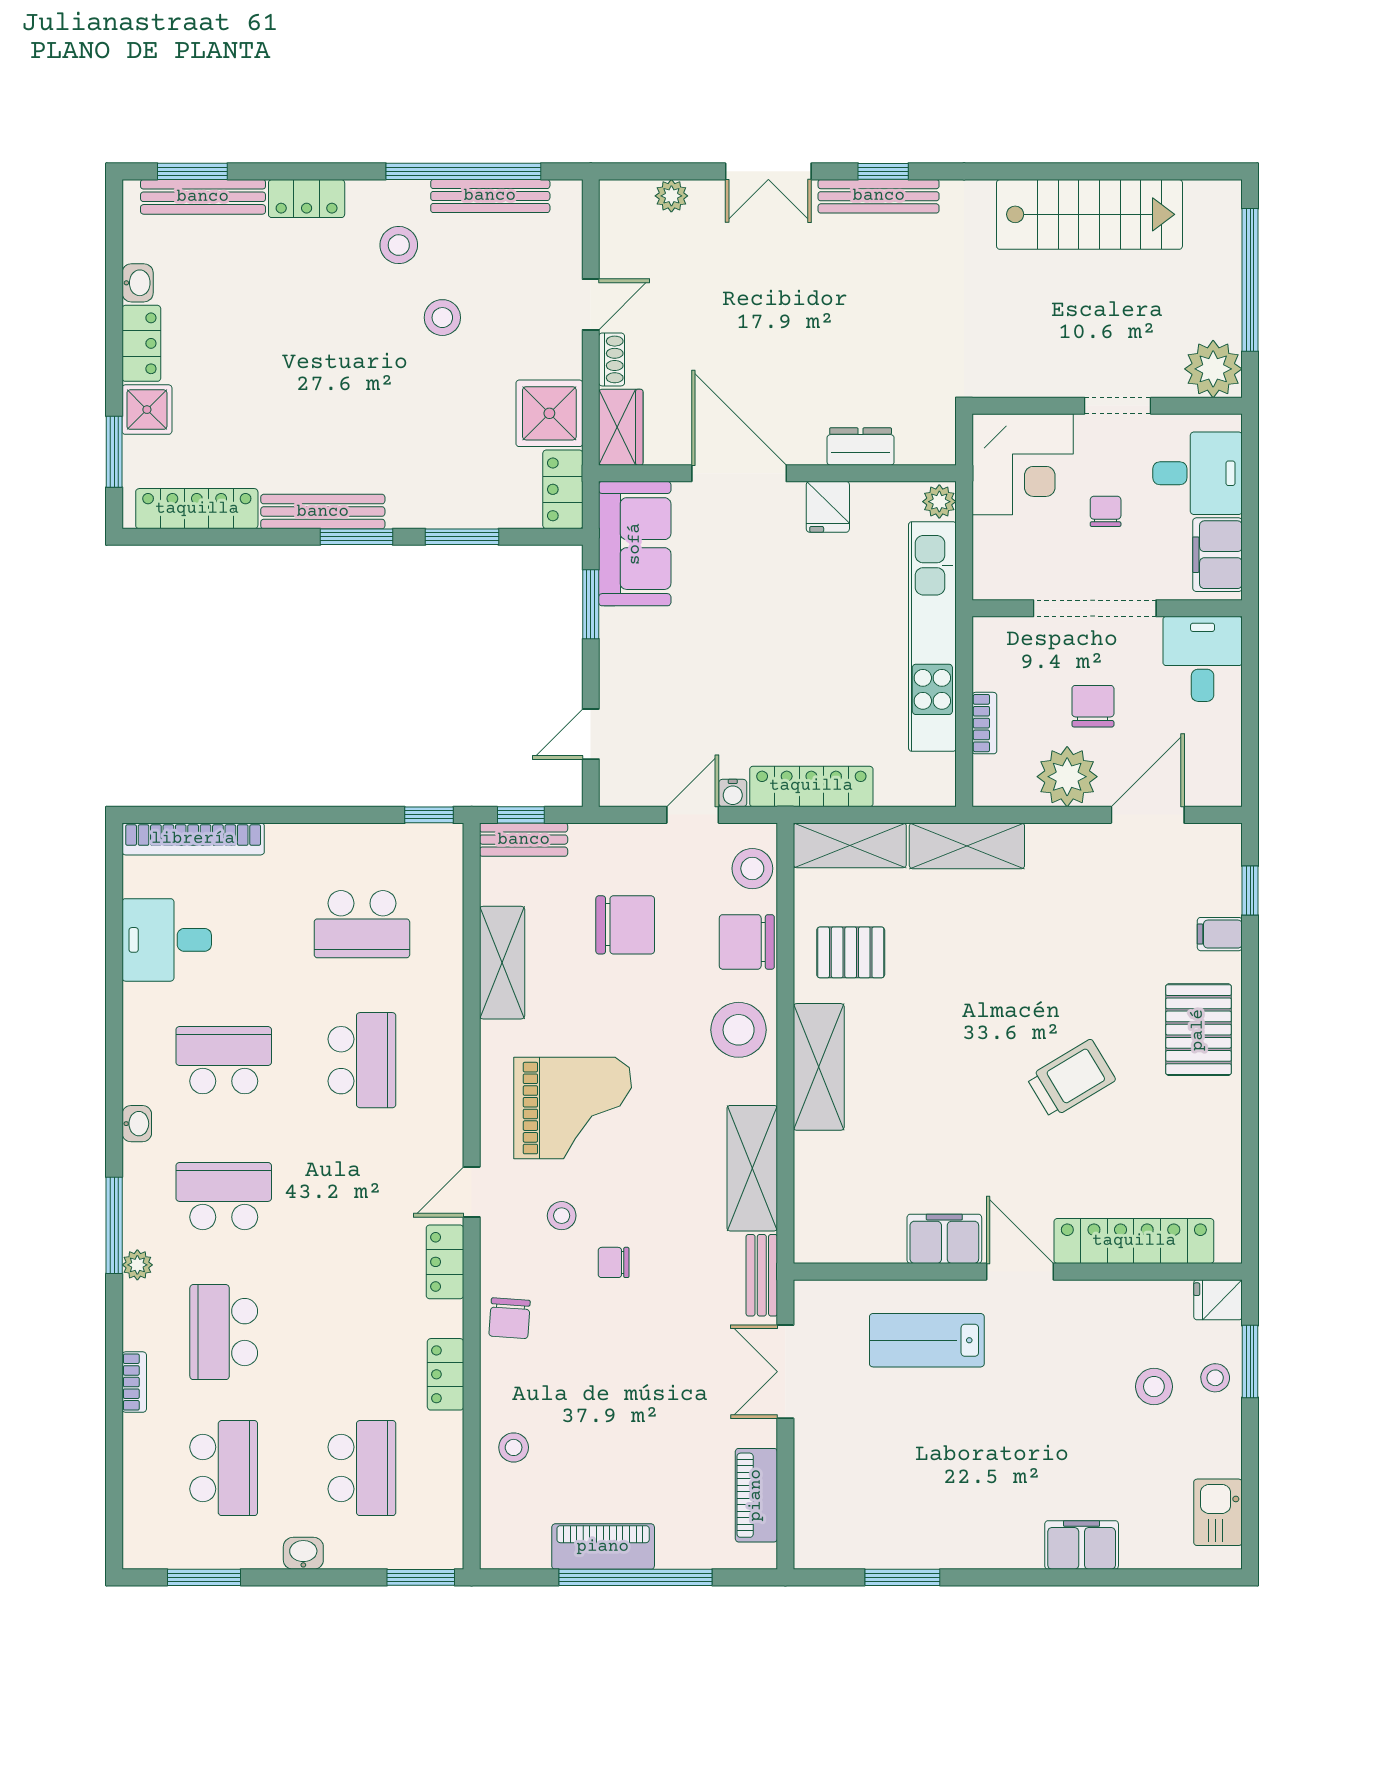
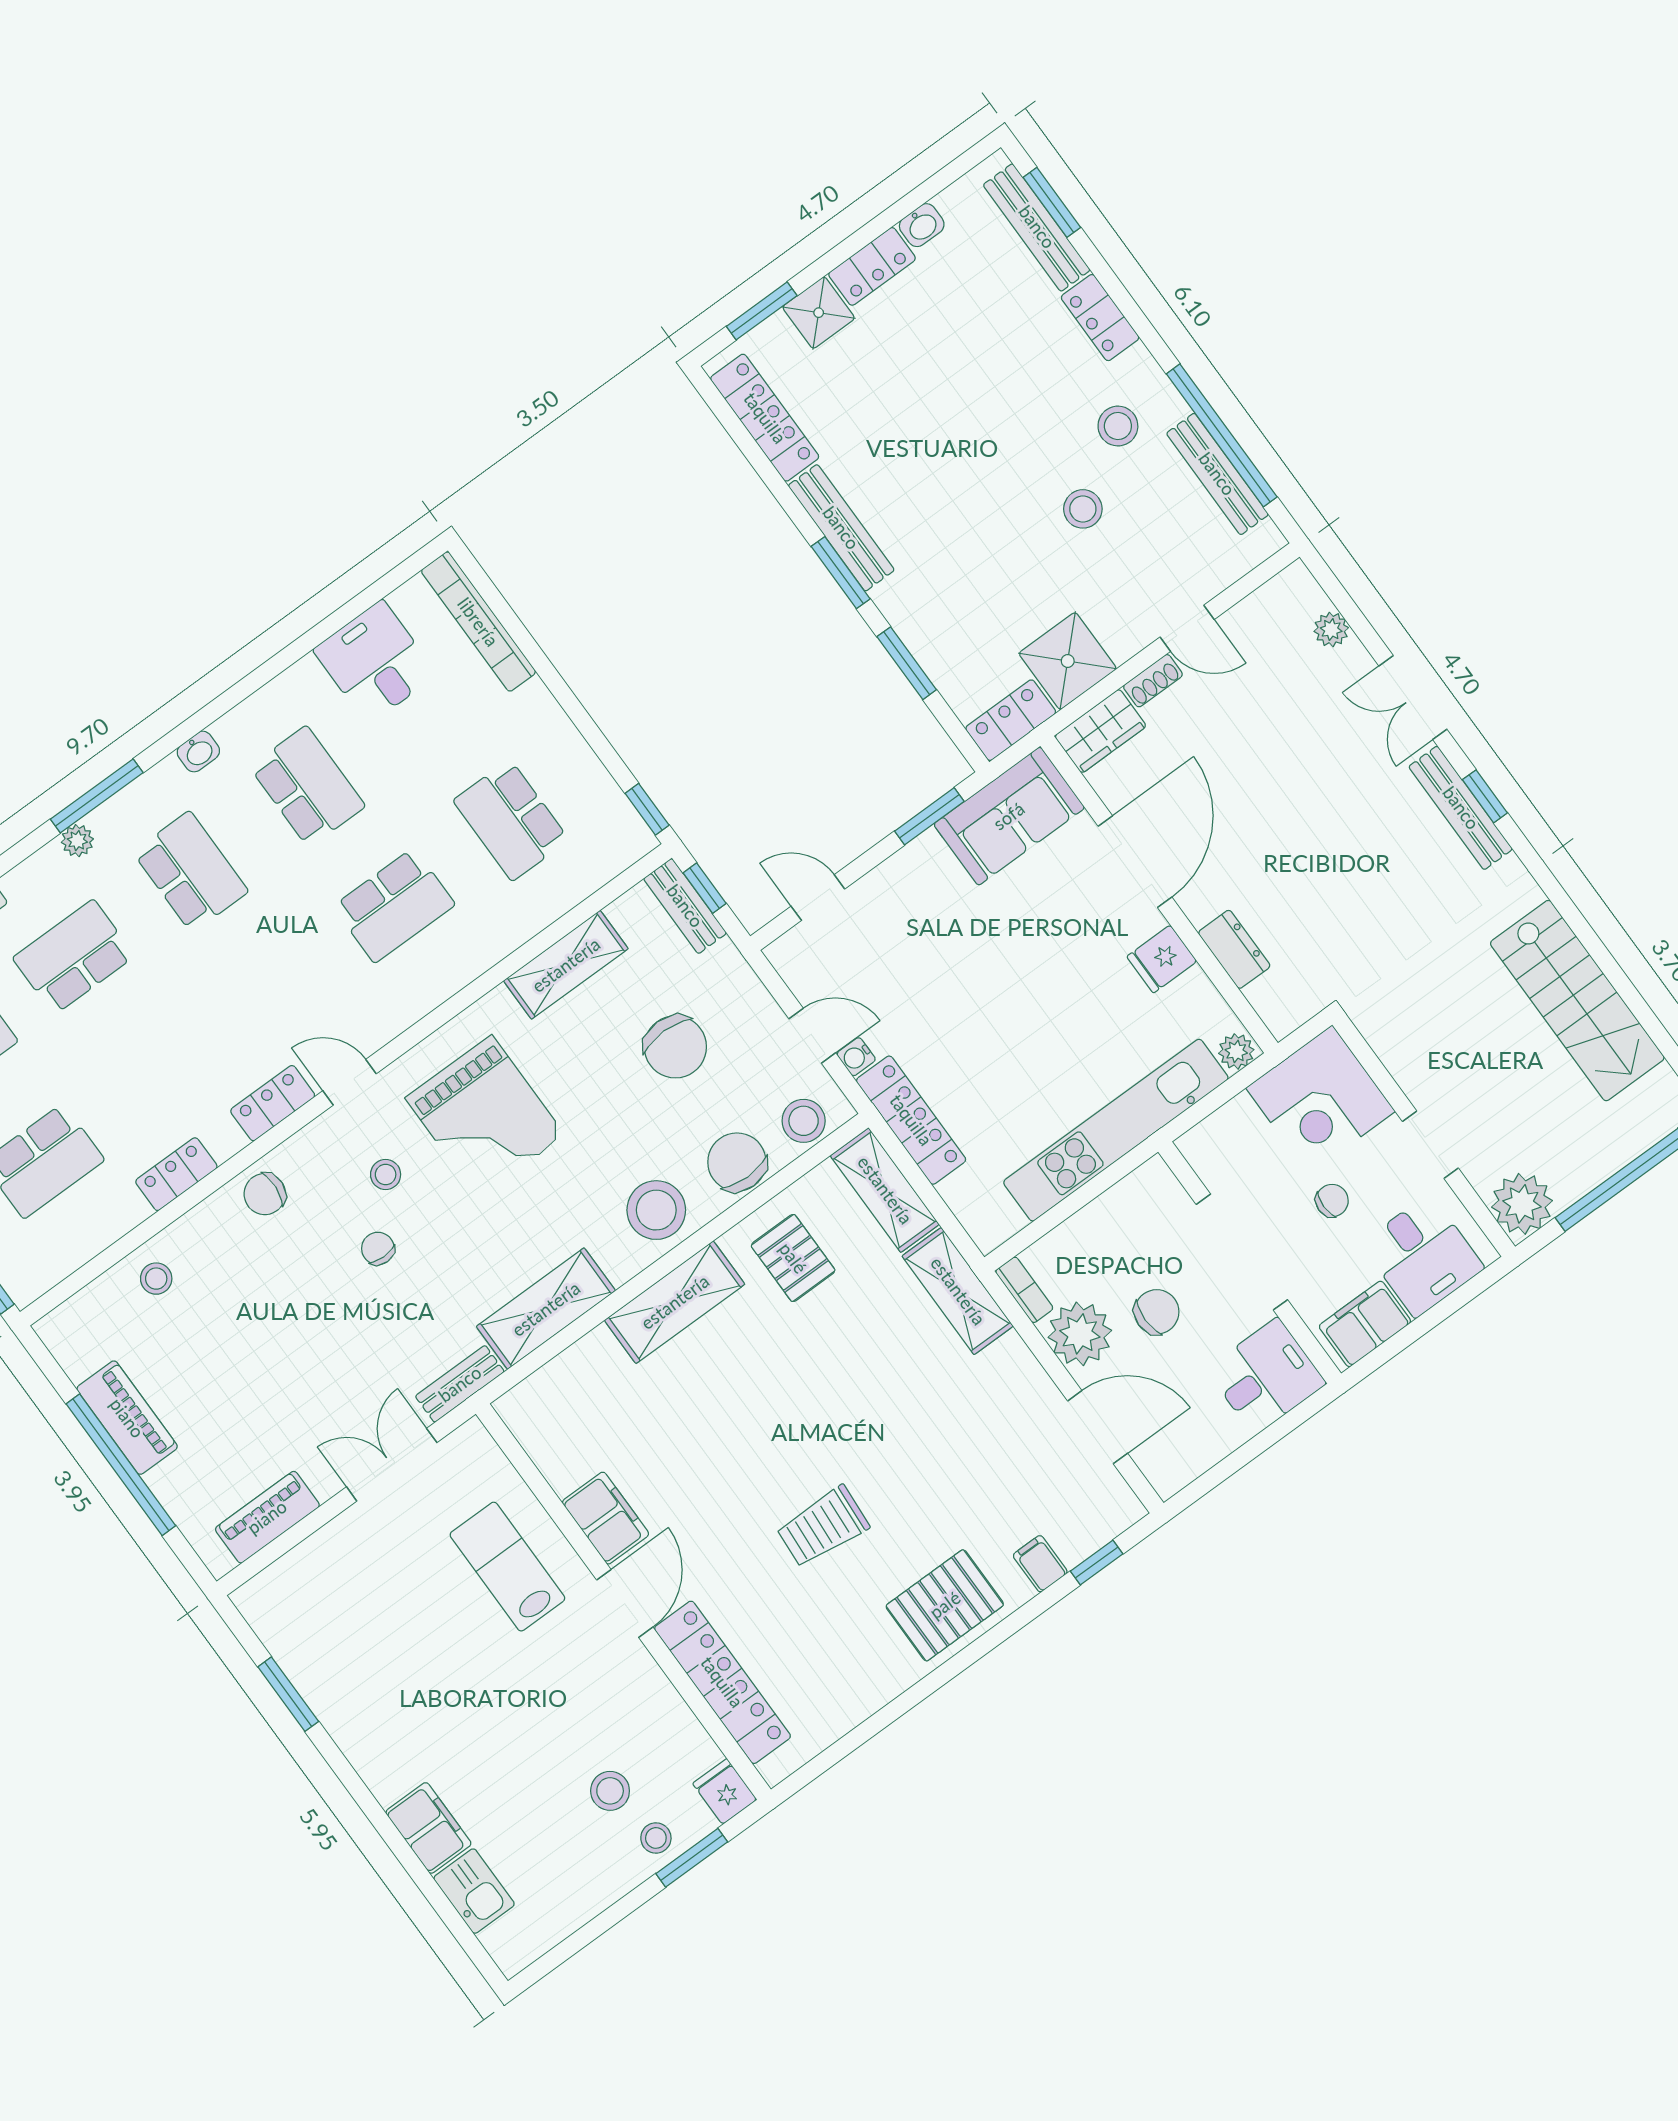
bookcase: (984, 723) -> (1024, 1290), moved, turned -90
trolley: (1071, 1079) -> (823, 1527), turned 125
kitchen sink: (1218, 1512) -> (474, 1891), moved, turned 90

